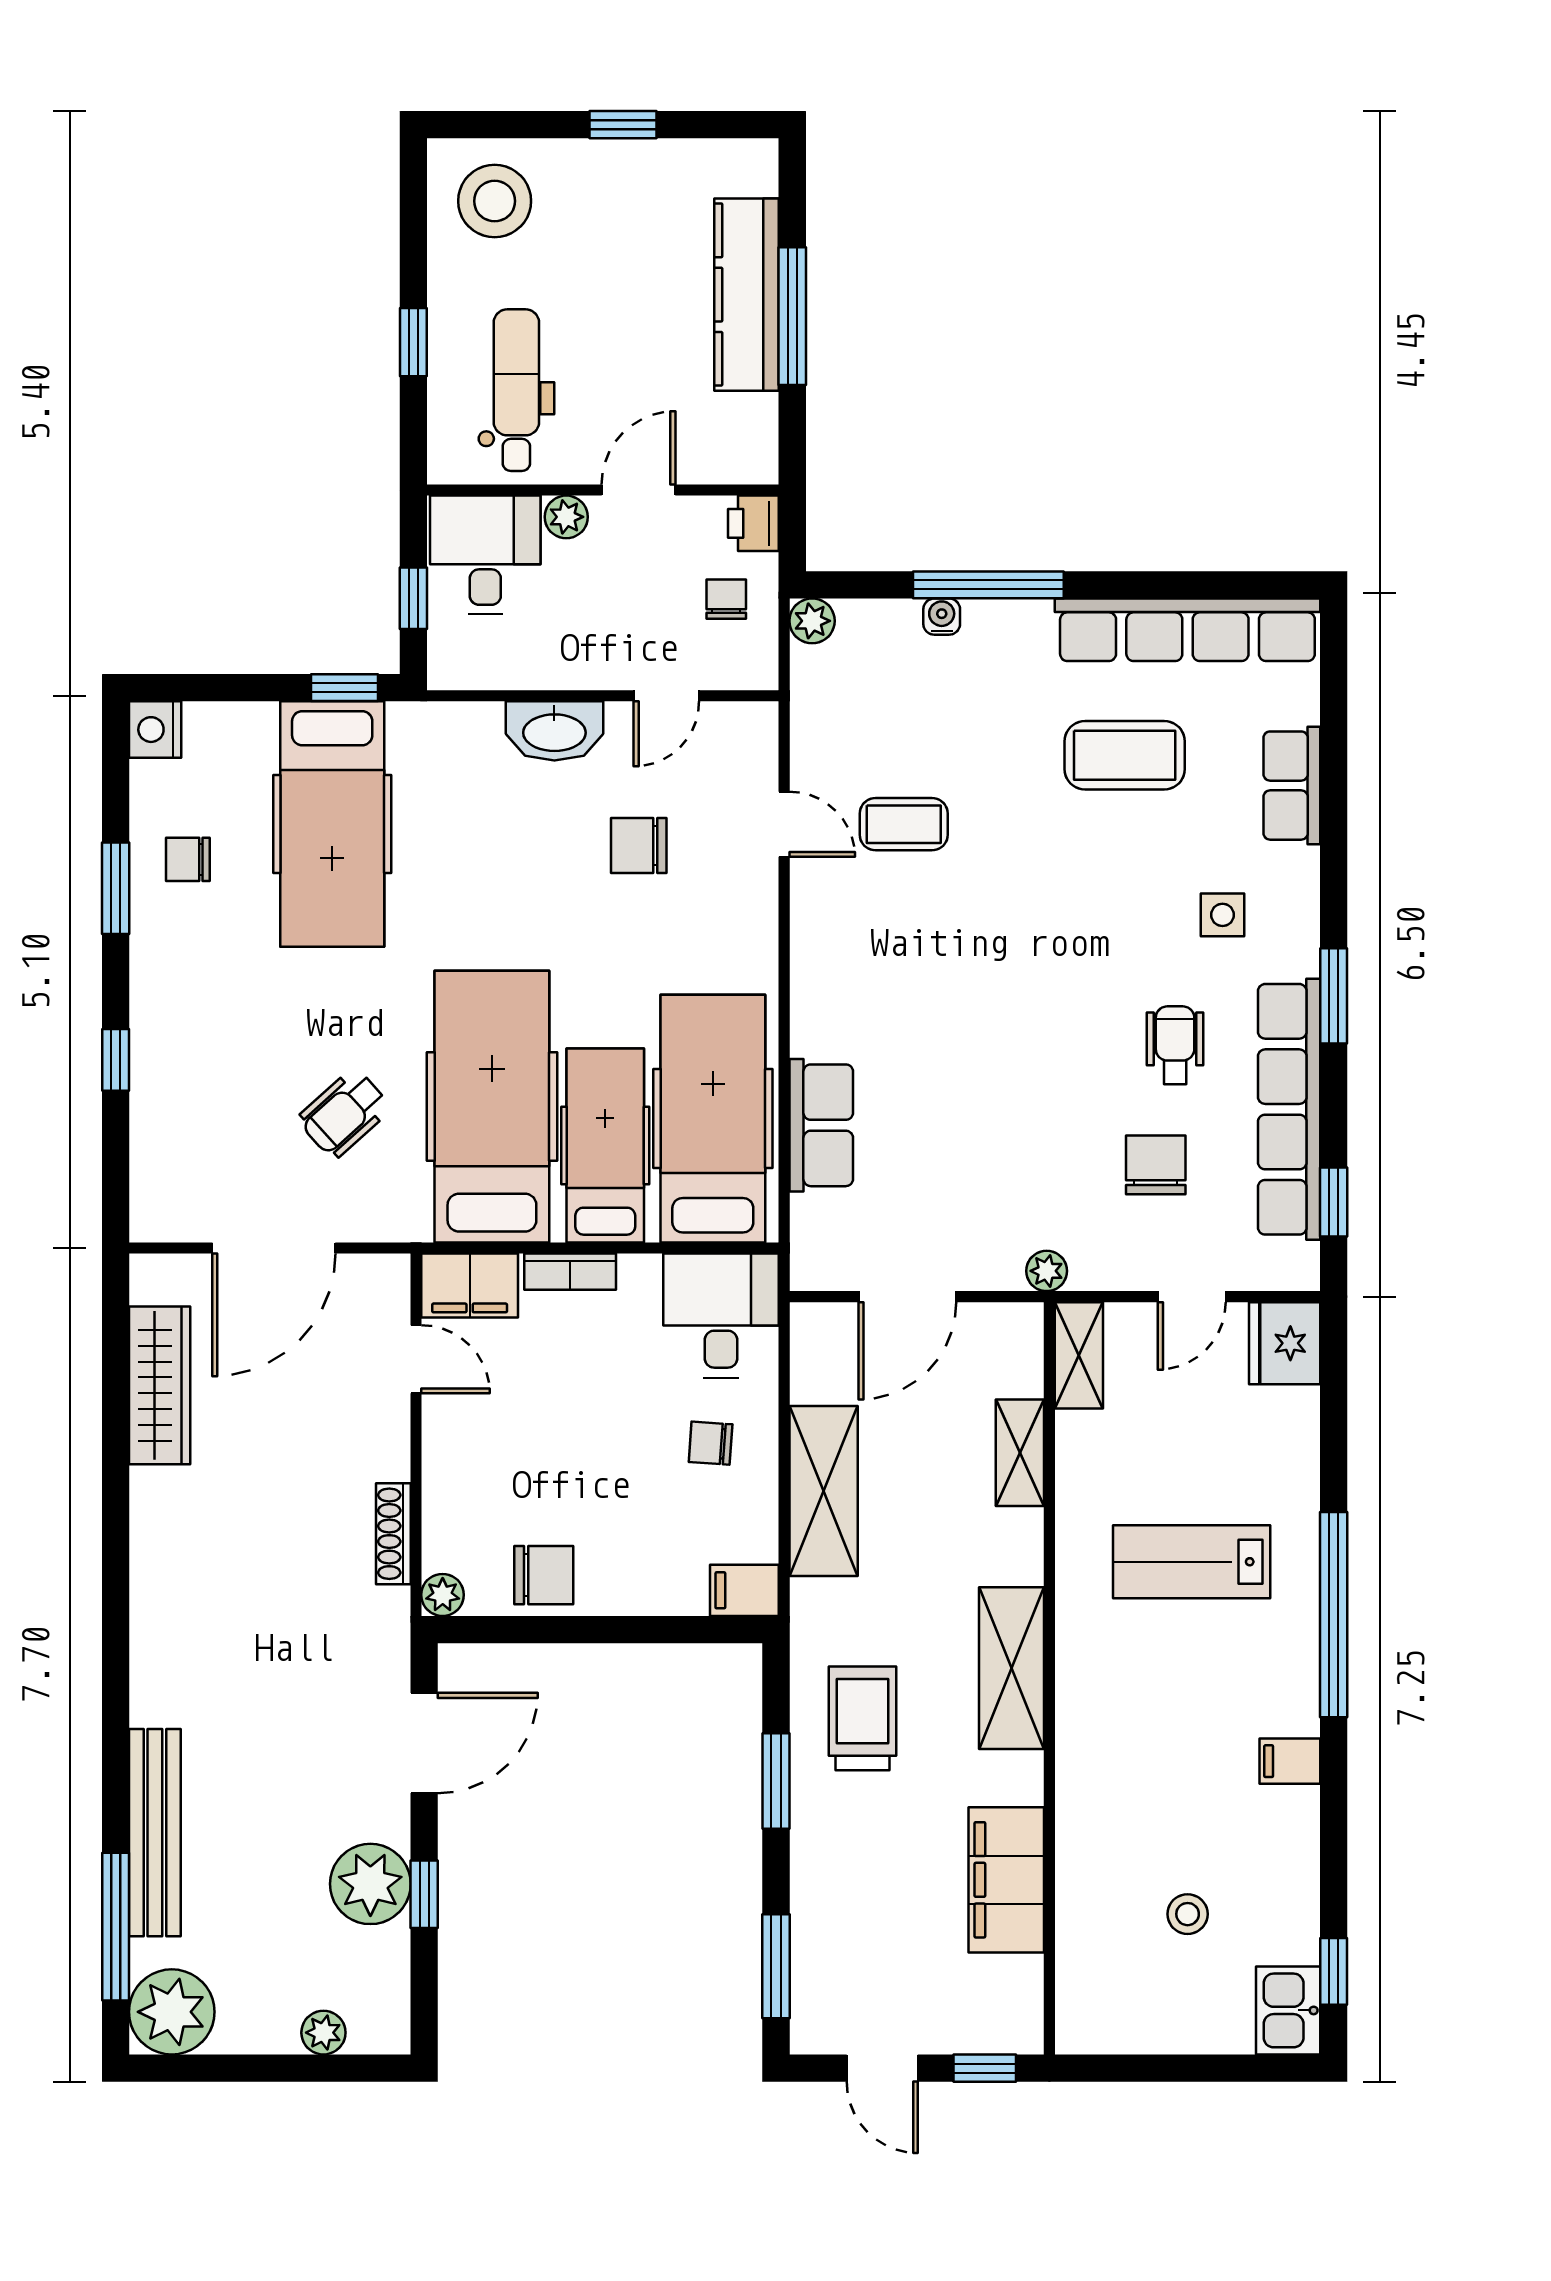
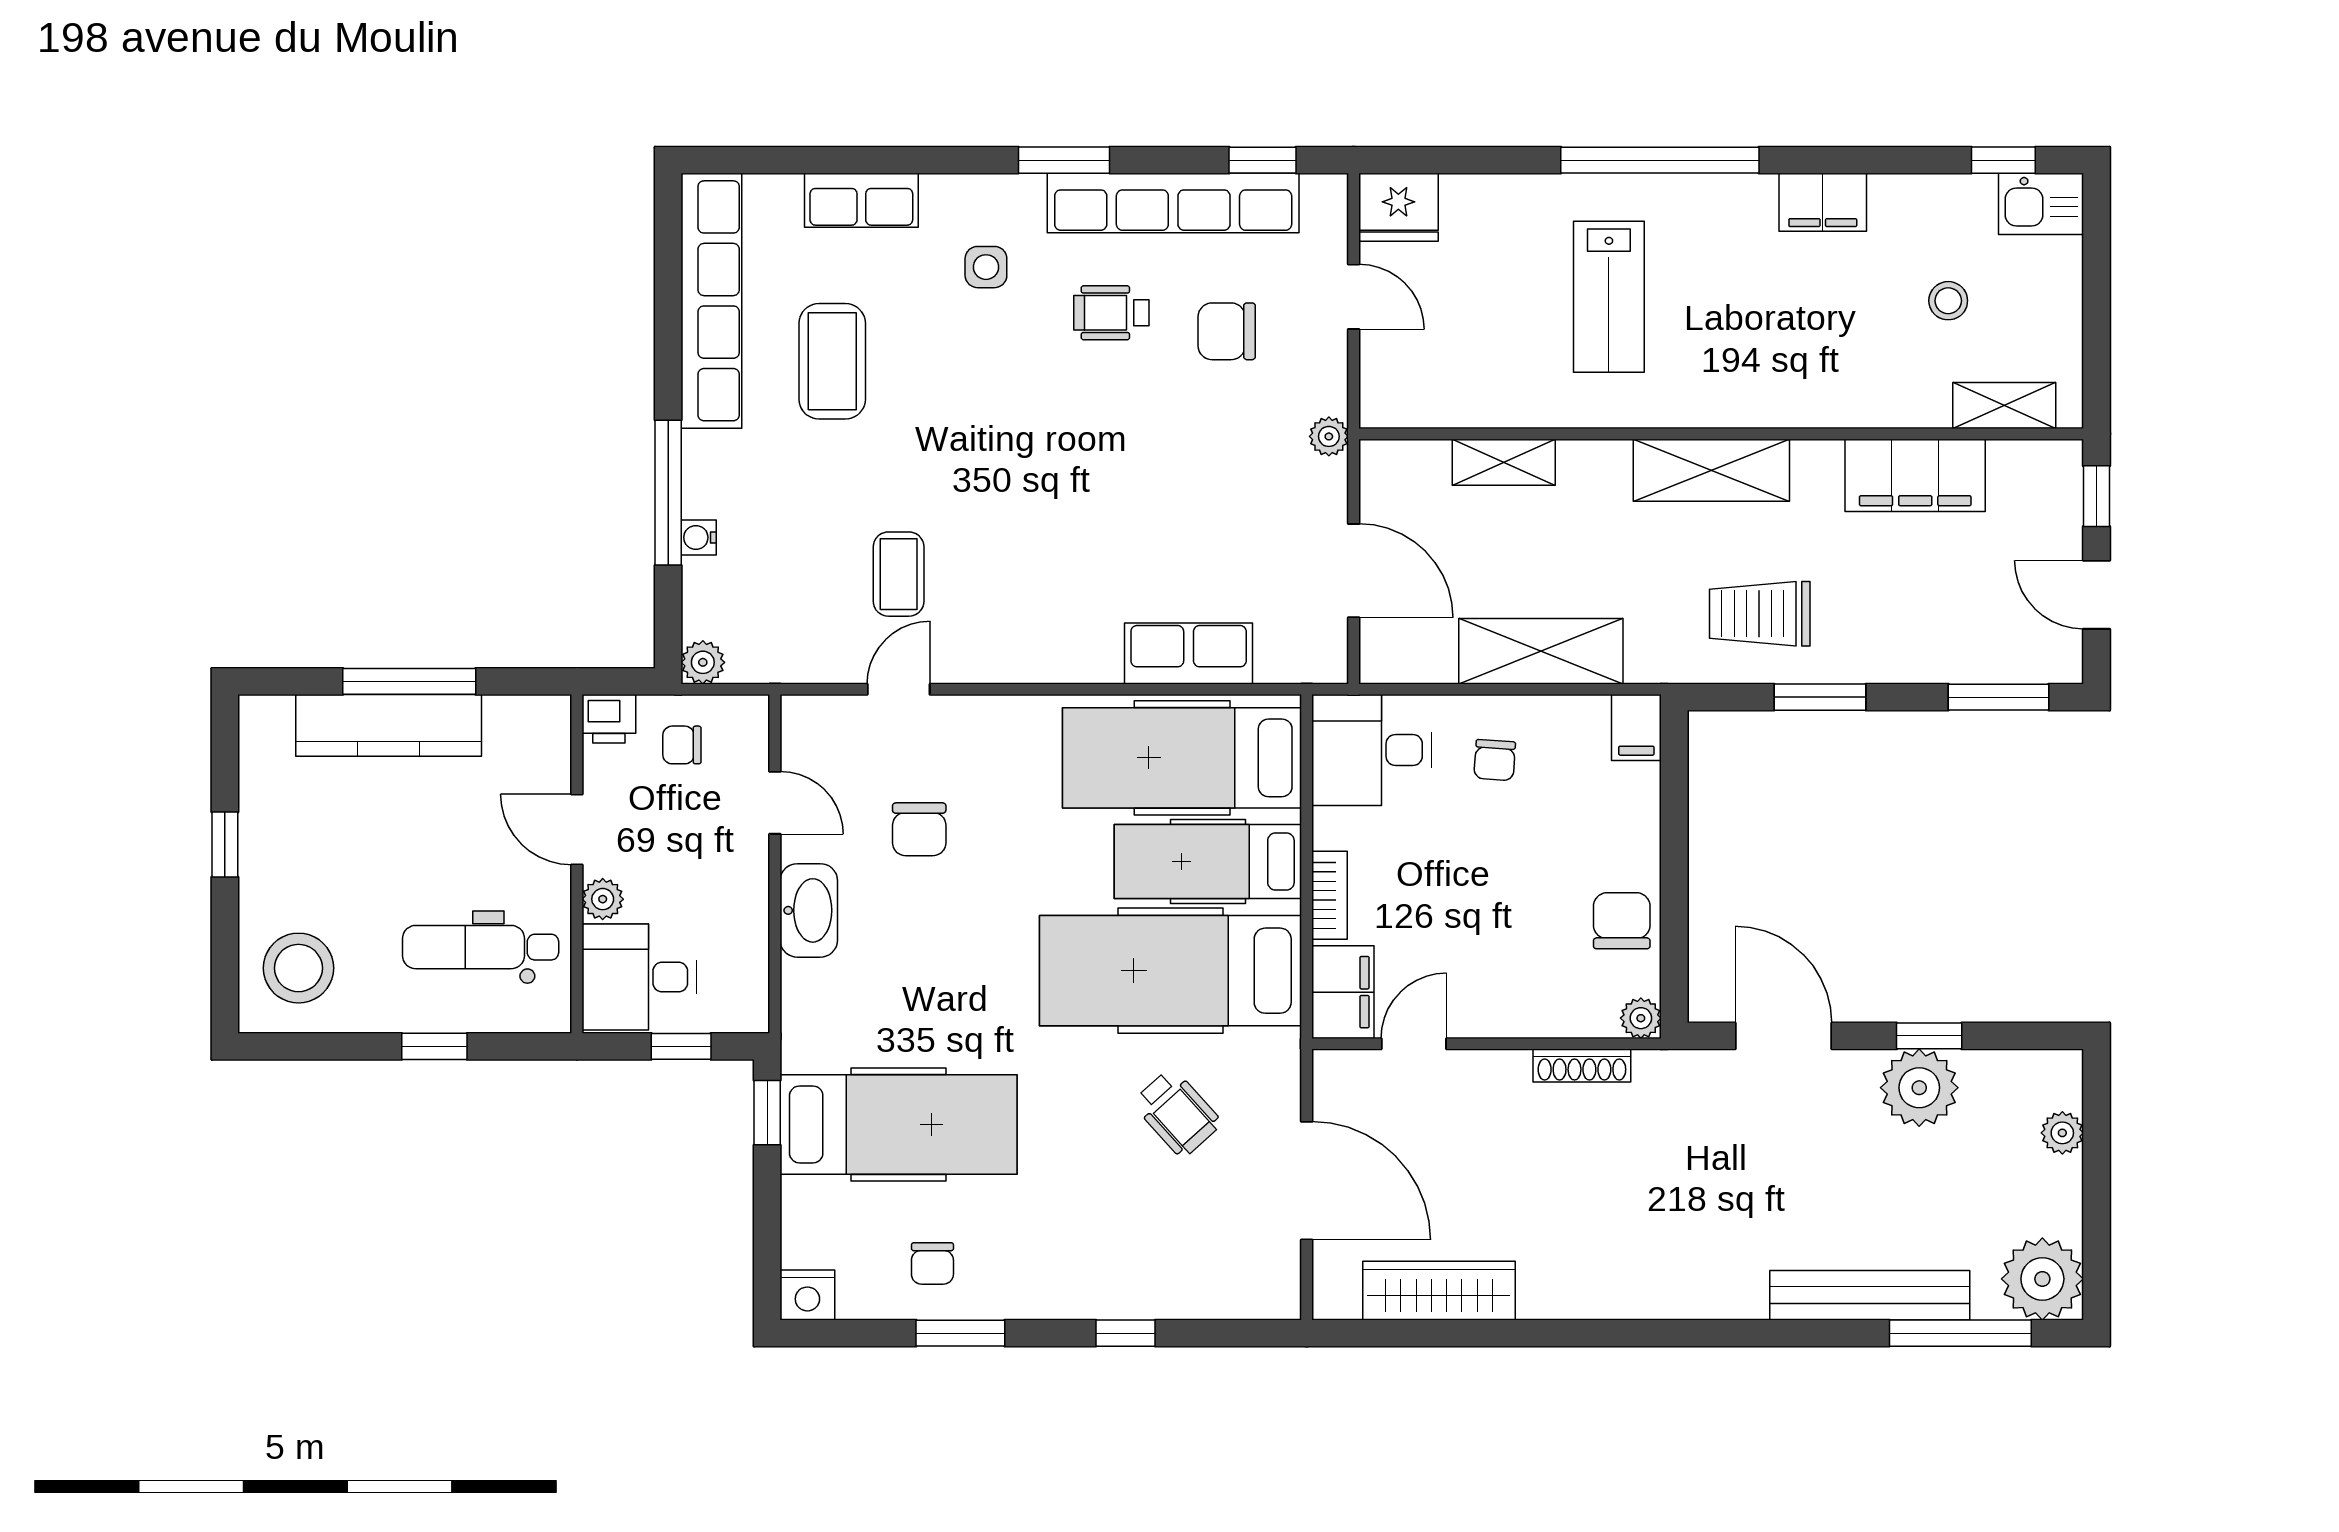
shelving: (1079, 1355) -> (2004, 405), moved
filing cabinet: (1290, 1761) -> (1823, 202), width x2.00
door: (882, 2068) -> (2097, 595), swing flipped

